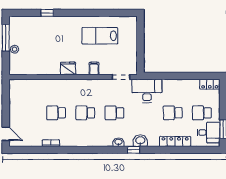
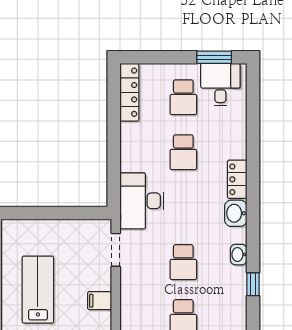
lab bench: (100, 36) -> (38, 290), turned 180
locker: (210, 84) -> (129, 92), width x1.53
locker: (175, 141) -> (237, 179), moved, width x0.66
window: (134, 150) -> (253, 284), moved

